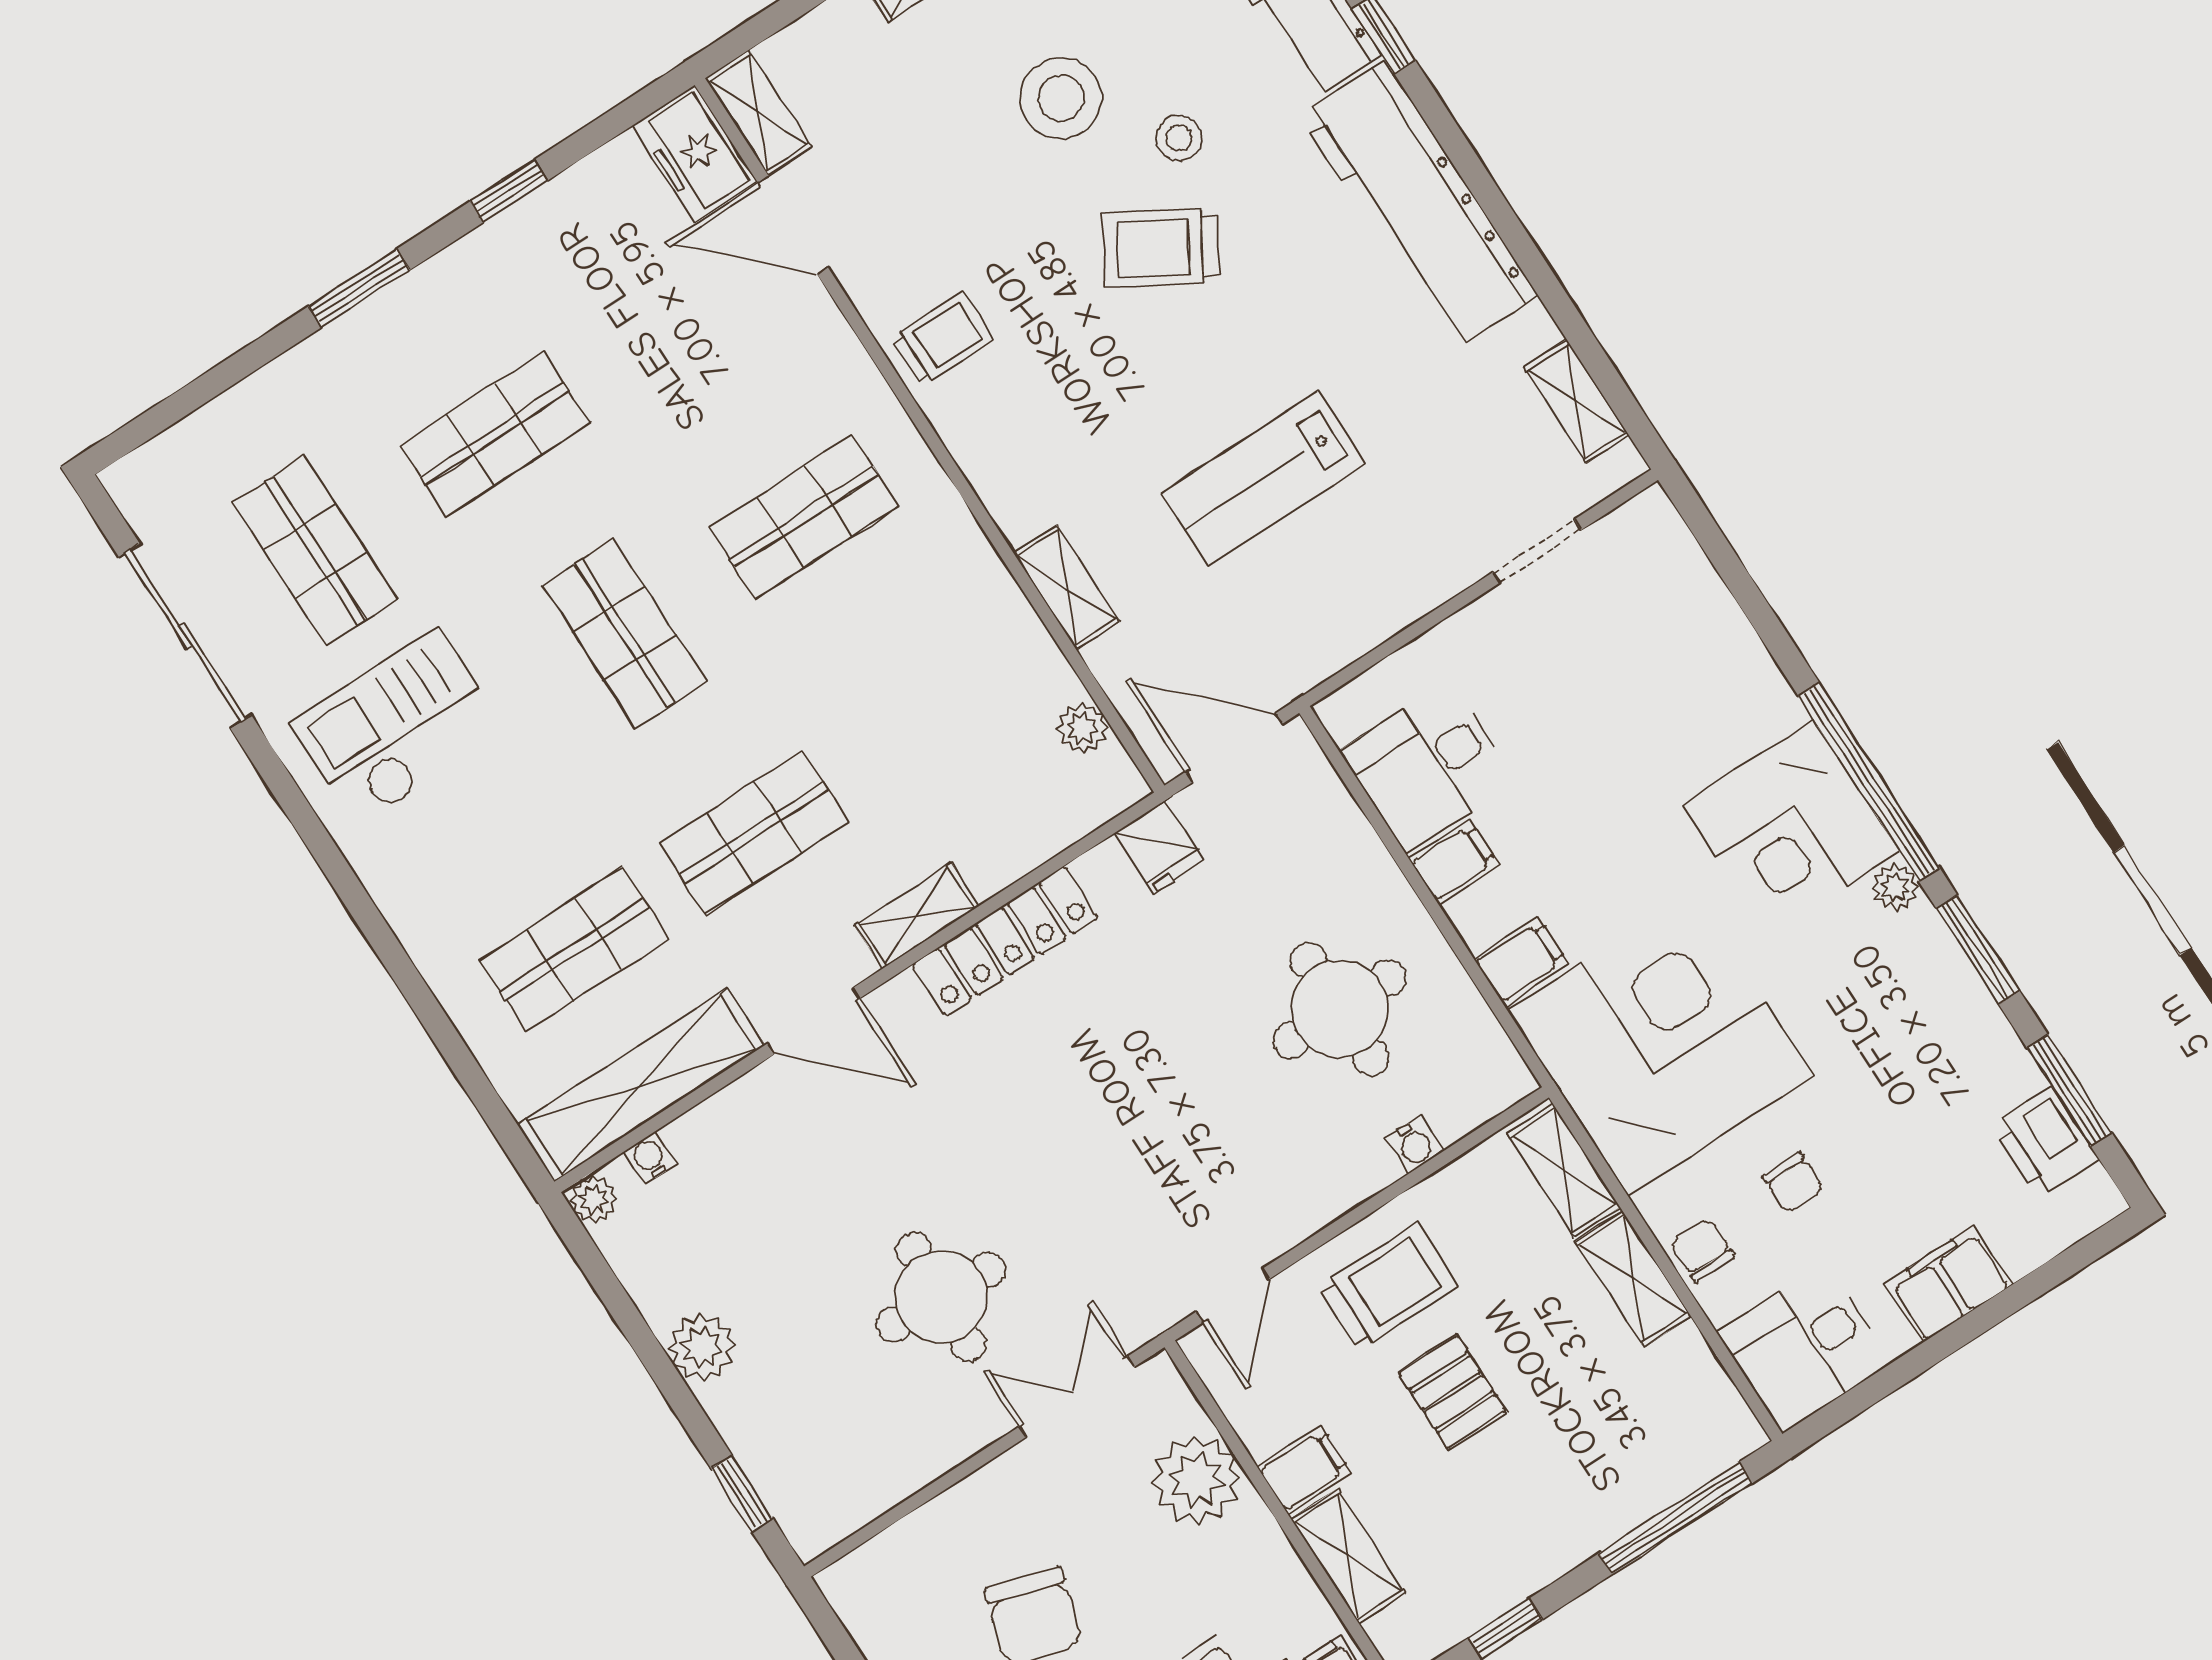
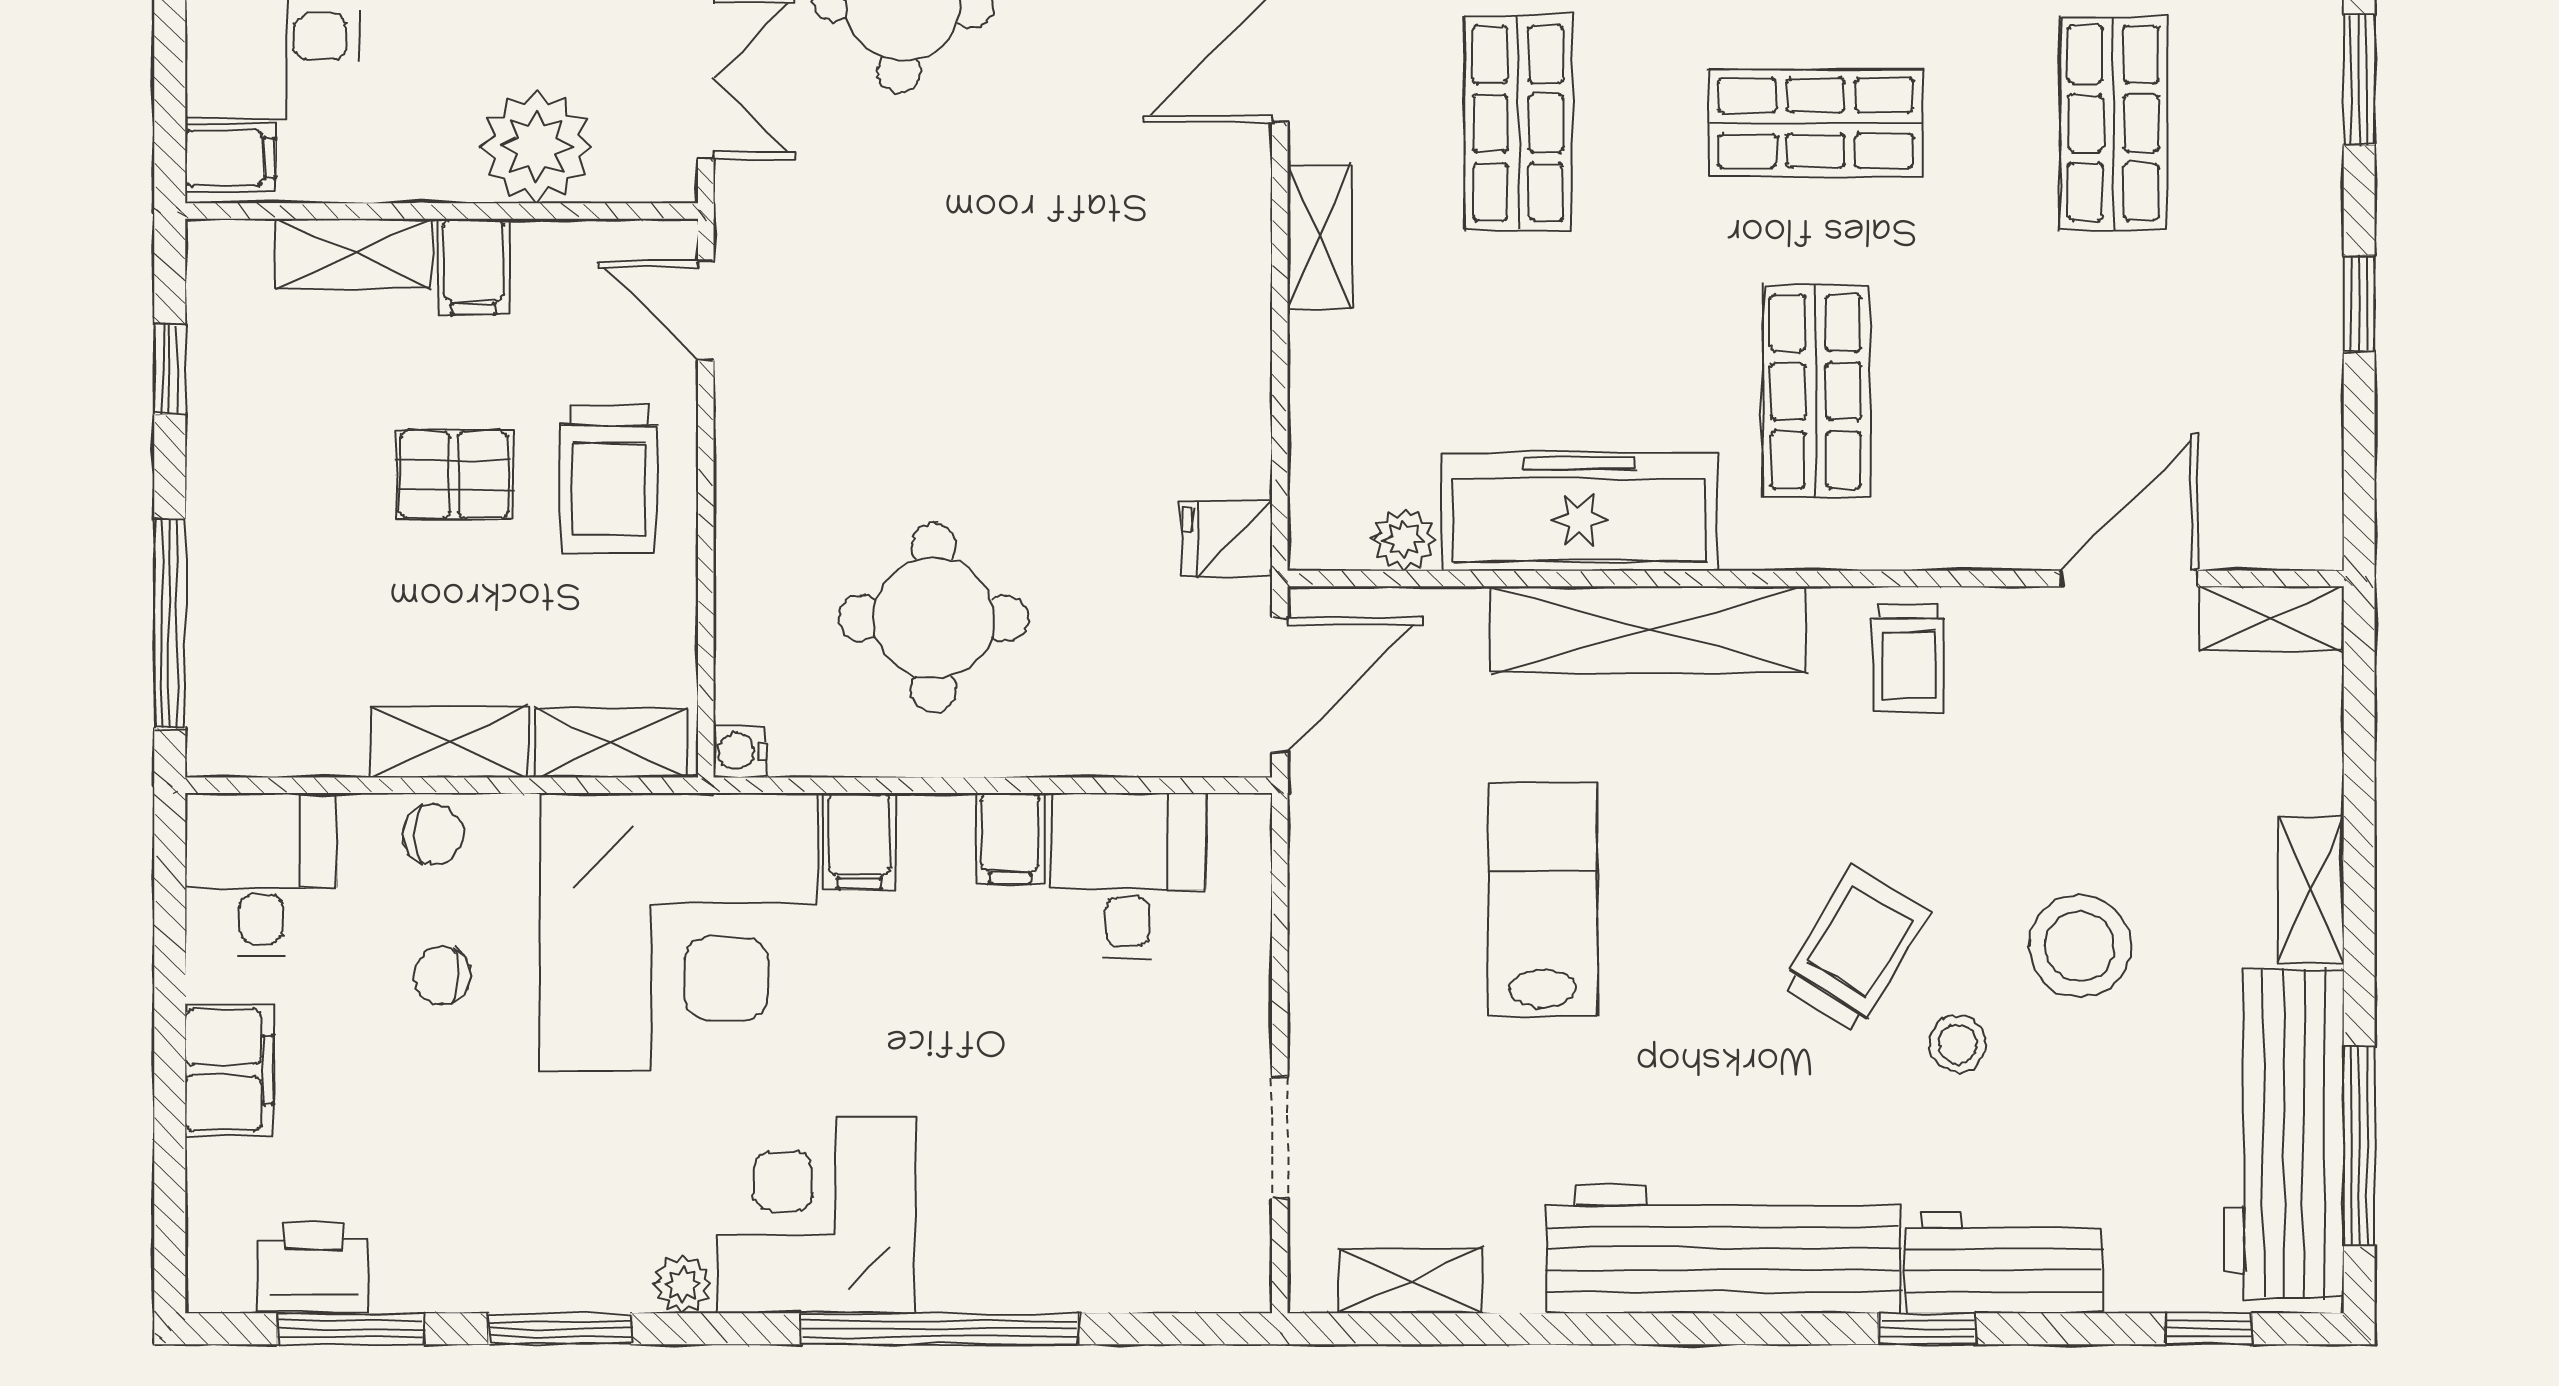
freezer: (695, 154) -> (1579, 512), moved, width x1.91, depth x1.26
shelving: (1067, 588) -> (1648, 629), width x2.20, depth x1.33
window: (1869, 782) -> (939, 1329), moved
locker: (1005, 941) -> (1233, 313), removed
water cooler: (1414, 1145) -> (740, 751), moved

